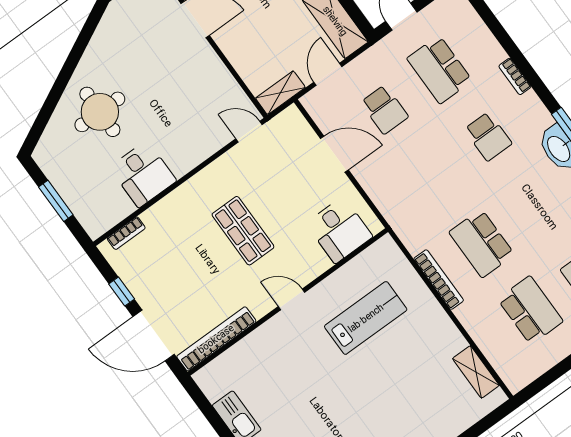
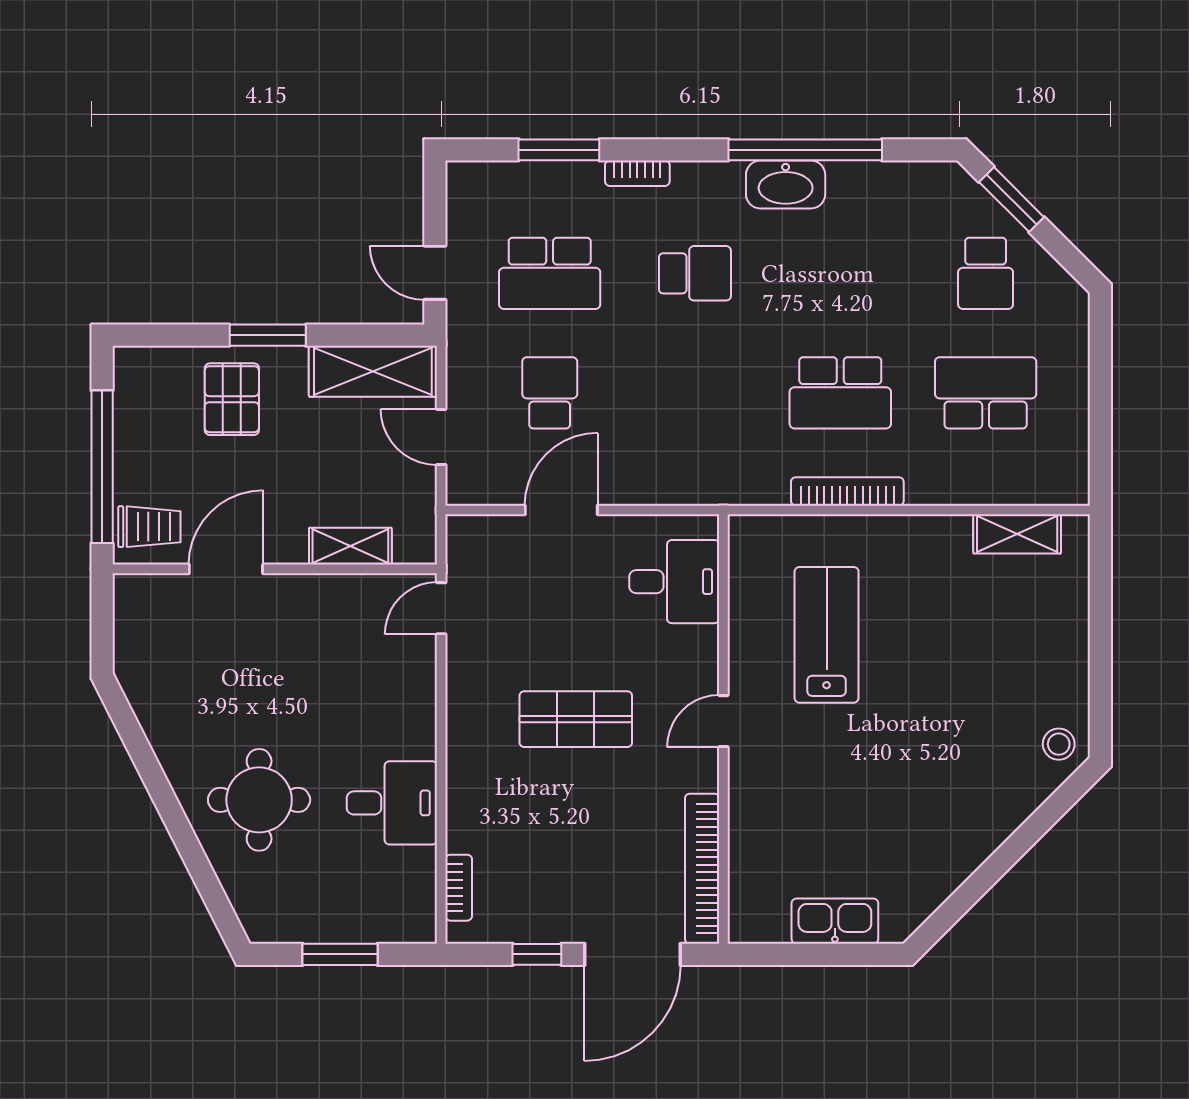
window: (499, 32) -> (559, 150), added
shelving: (280, 93) -> (350, 546), moved, turned 90
school desk: (384, 110) -> (550, 393), turned -90

